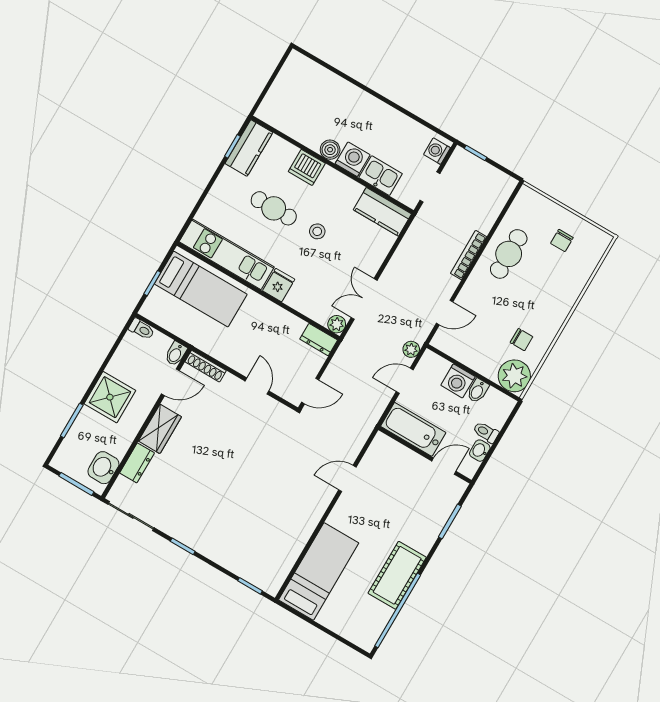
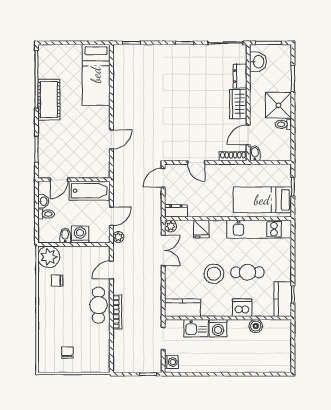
boiler: (330, 150) -> (256, 326), moved
stool: (317, 231) -> (214, 274), width x1.89, depth x1.89
cafe table: (509, 254) -> (98, 305), moved
fridge: (279, 285) -> (201, 229), moved
toilet: (142, 329) -> (283, 124), moved

